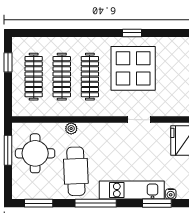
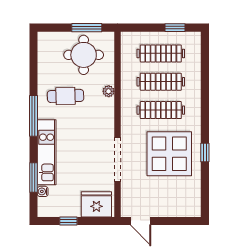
doorway: (139, 120) -> (118, 160), width x1.88
cafe table: (76, 171) -> (66, 96), width x0.73, depth x0.74
window: (39, 203) -> (33, 58), removed

